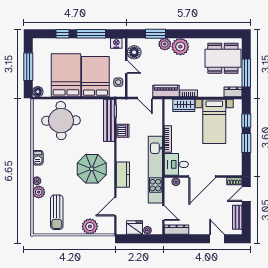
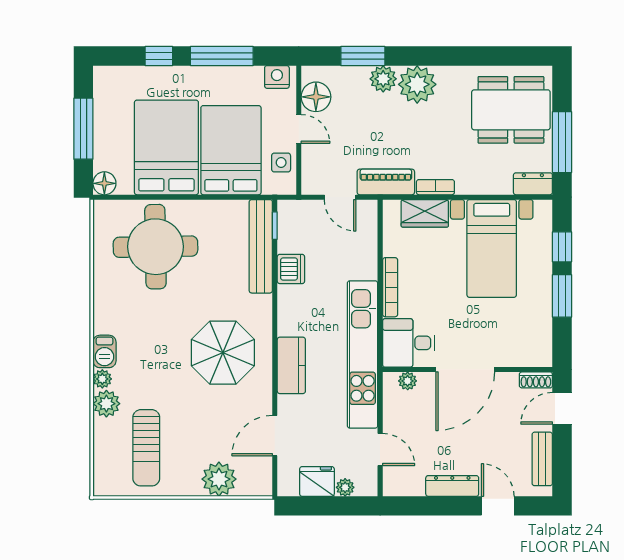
barbecue: (38, 158) -> (104, 351), moved
dresser: (177, 230) -> (452, 486), moved

